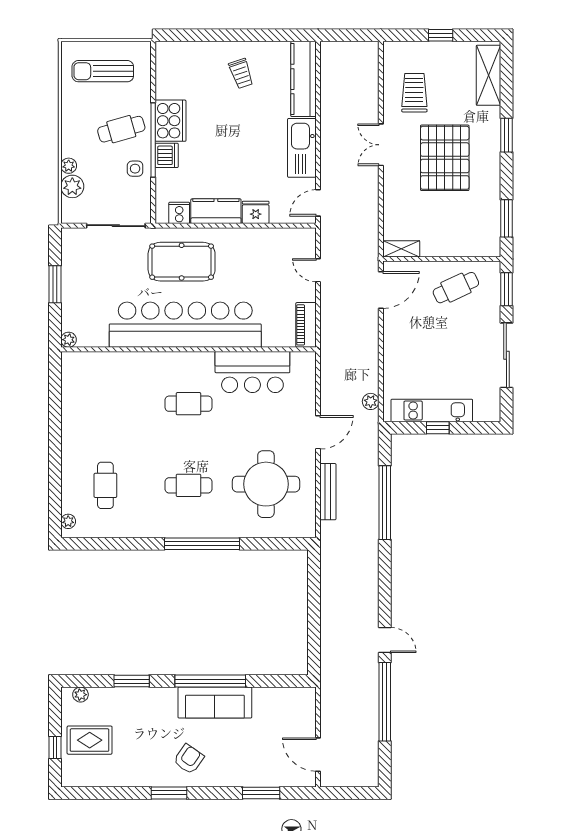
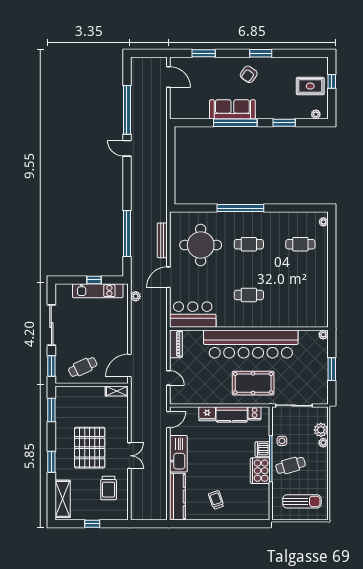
bar counter: (252, 372) -> (193, 315), moved
cafe table: (105, 485) -> (300, 244), turned 90

